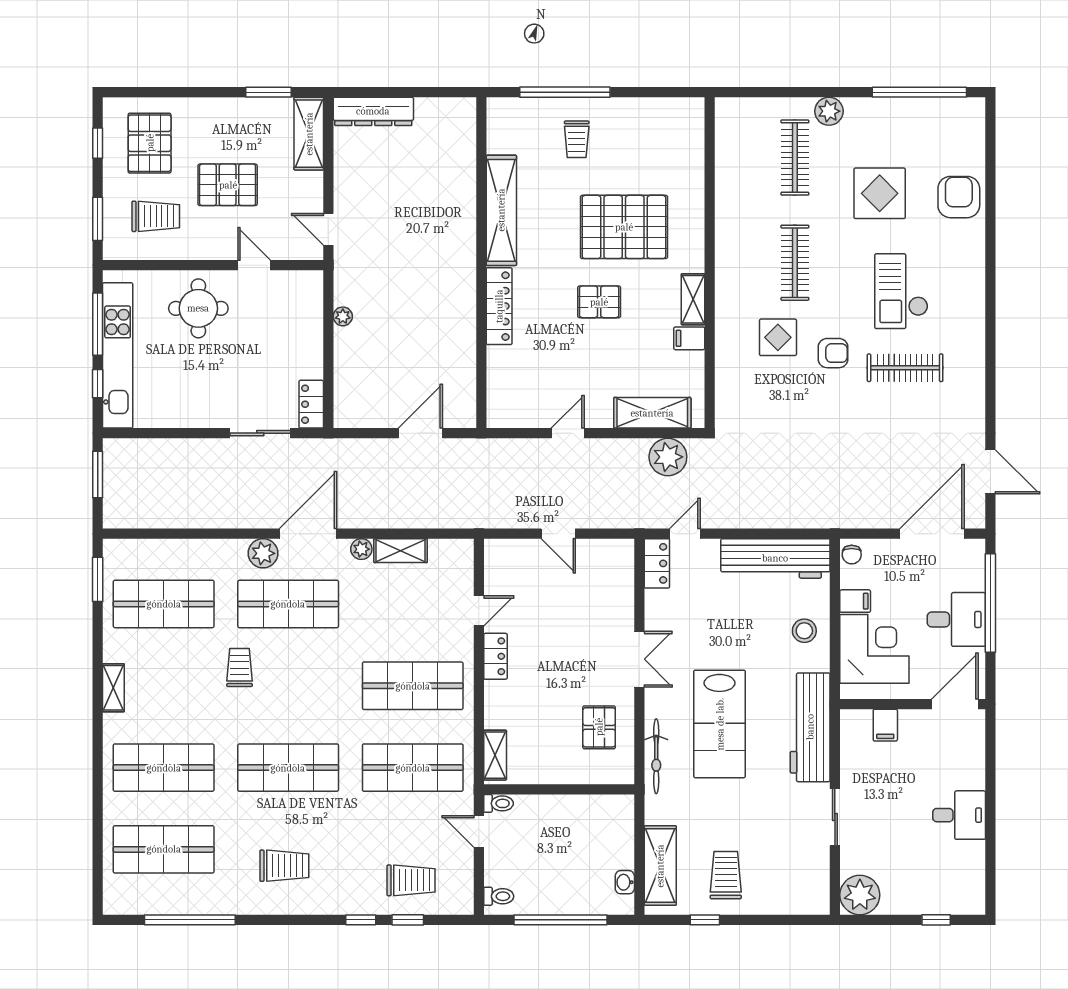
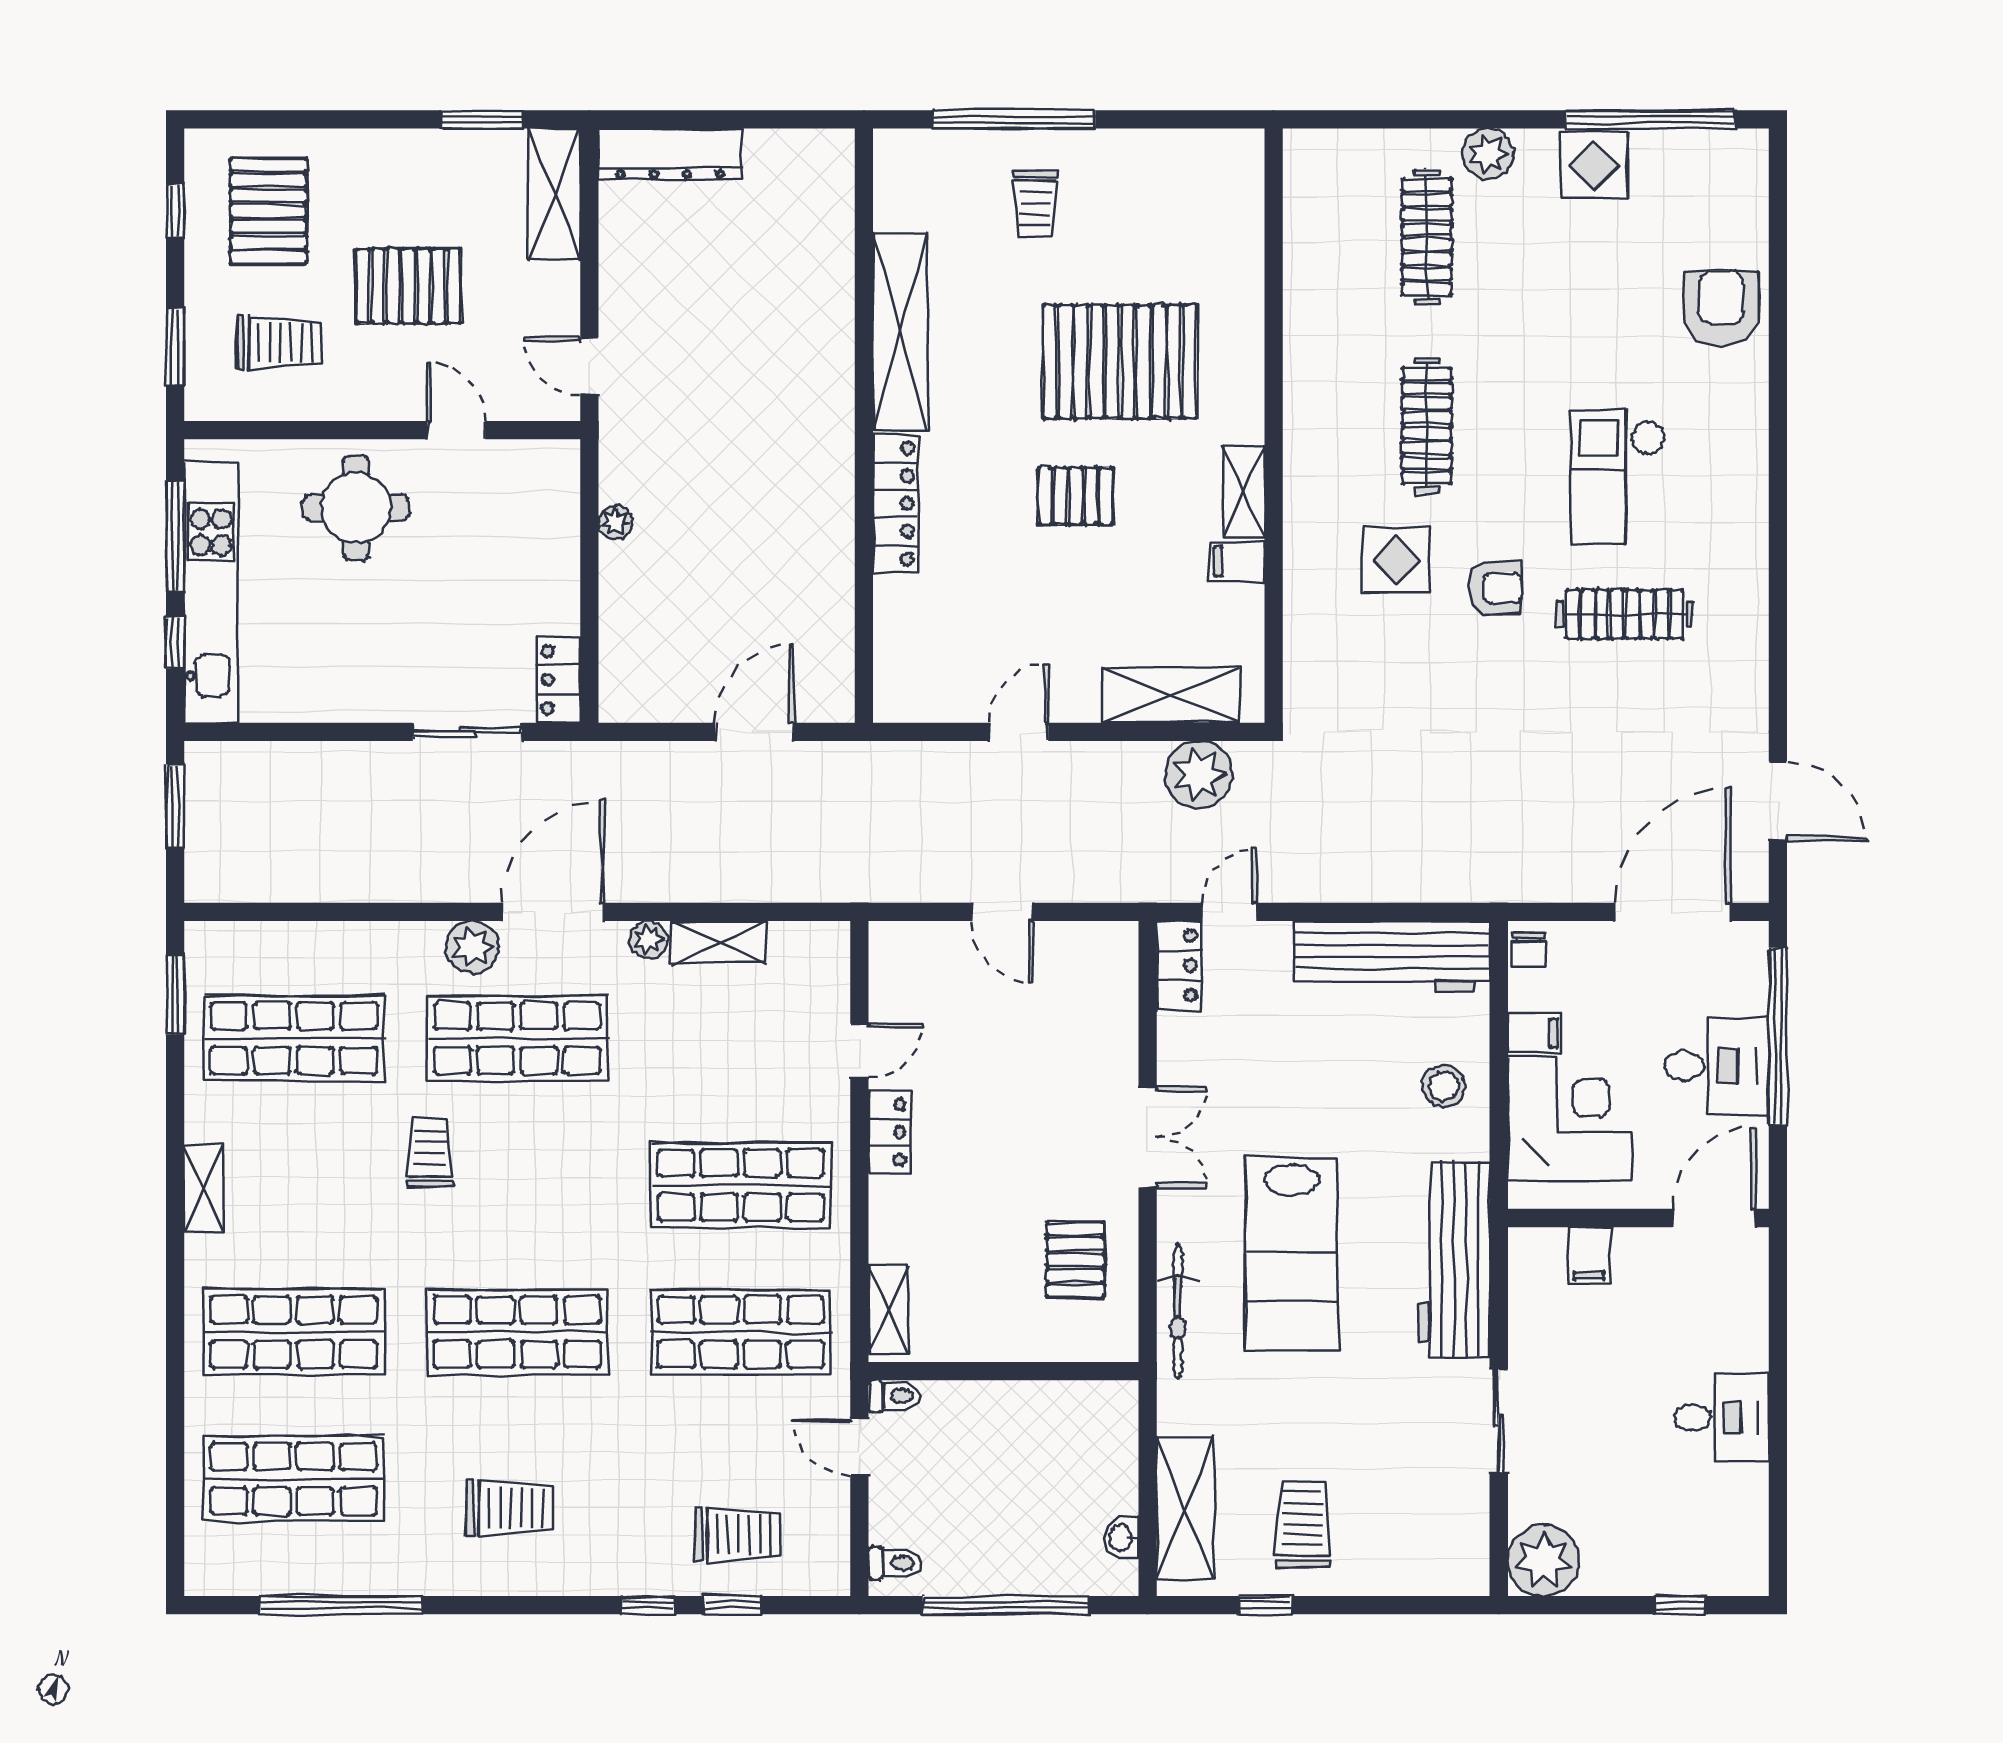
display table: (880, 193) -> (1594, 166), moved, width x0.73, depth x0.73

